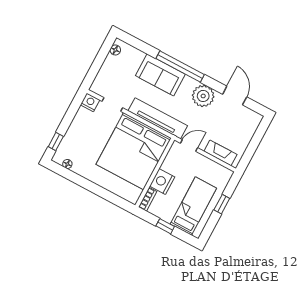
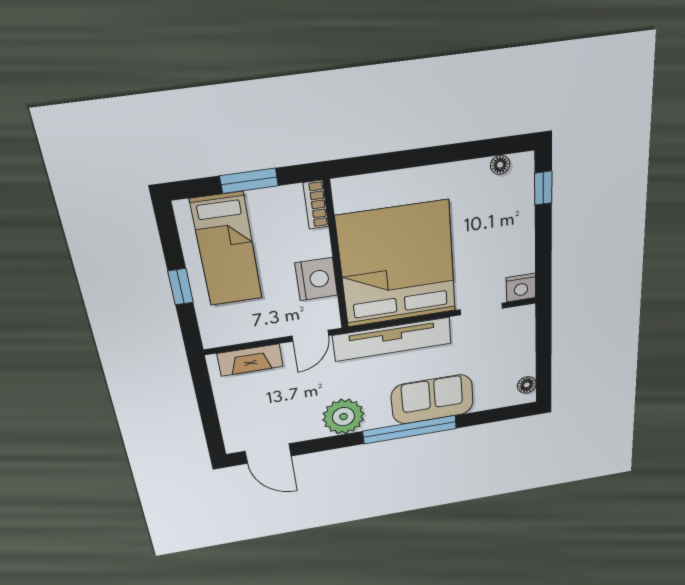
door: (235, 96) -> (268, 454), moved
nightstand: (162, 181) -> (316, 279), moved
window: (165, 226) -> (249, 181), width x1.50

